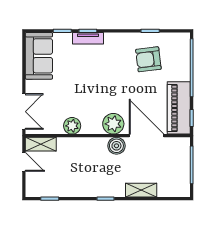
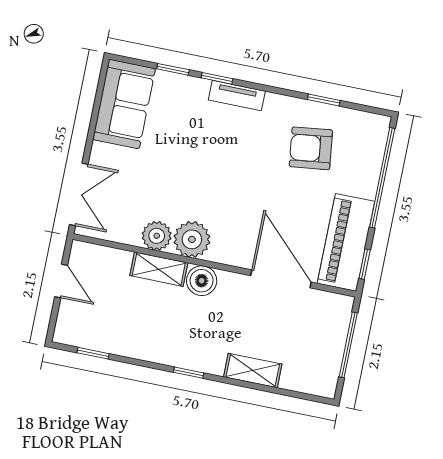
tv unit: (88, 38) -> (237, 96), moved
plant: (113, 124) -> (192, 239), moved
shelving: (41, 144) -> (159, 269), moved
boiler: (116, 146) -> (202, 281), moved

